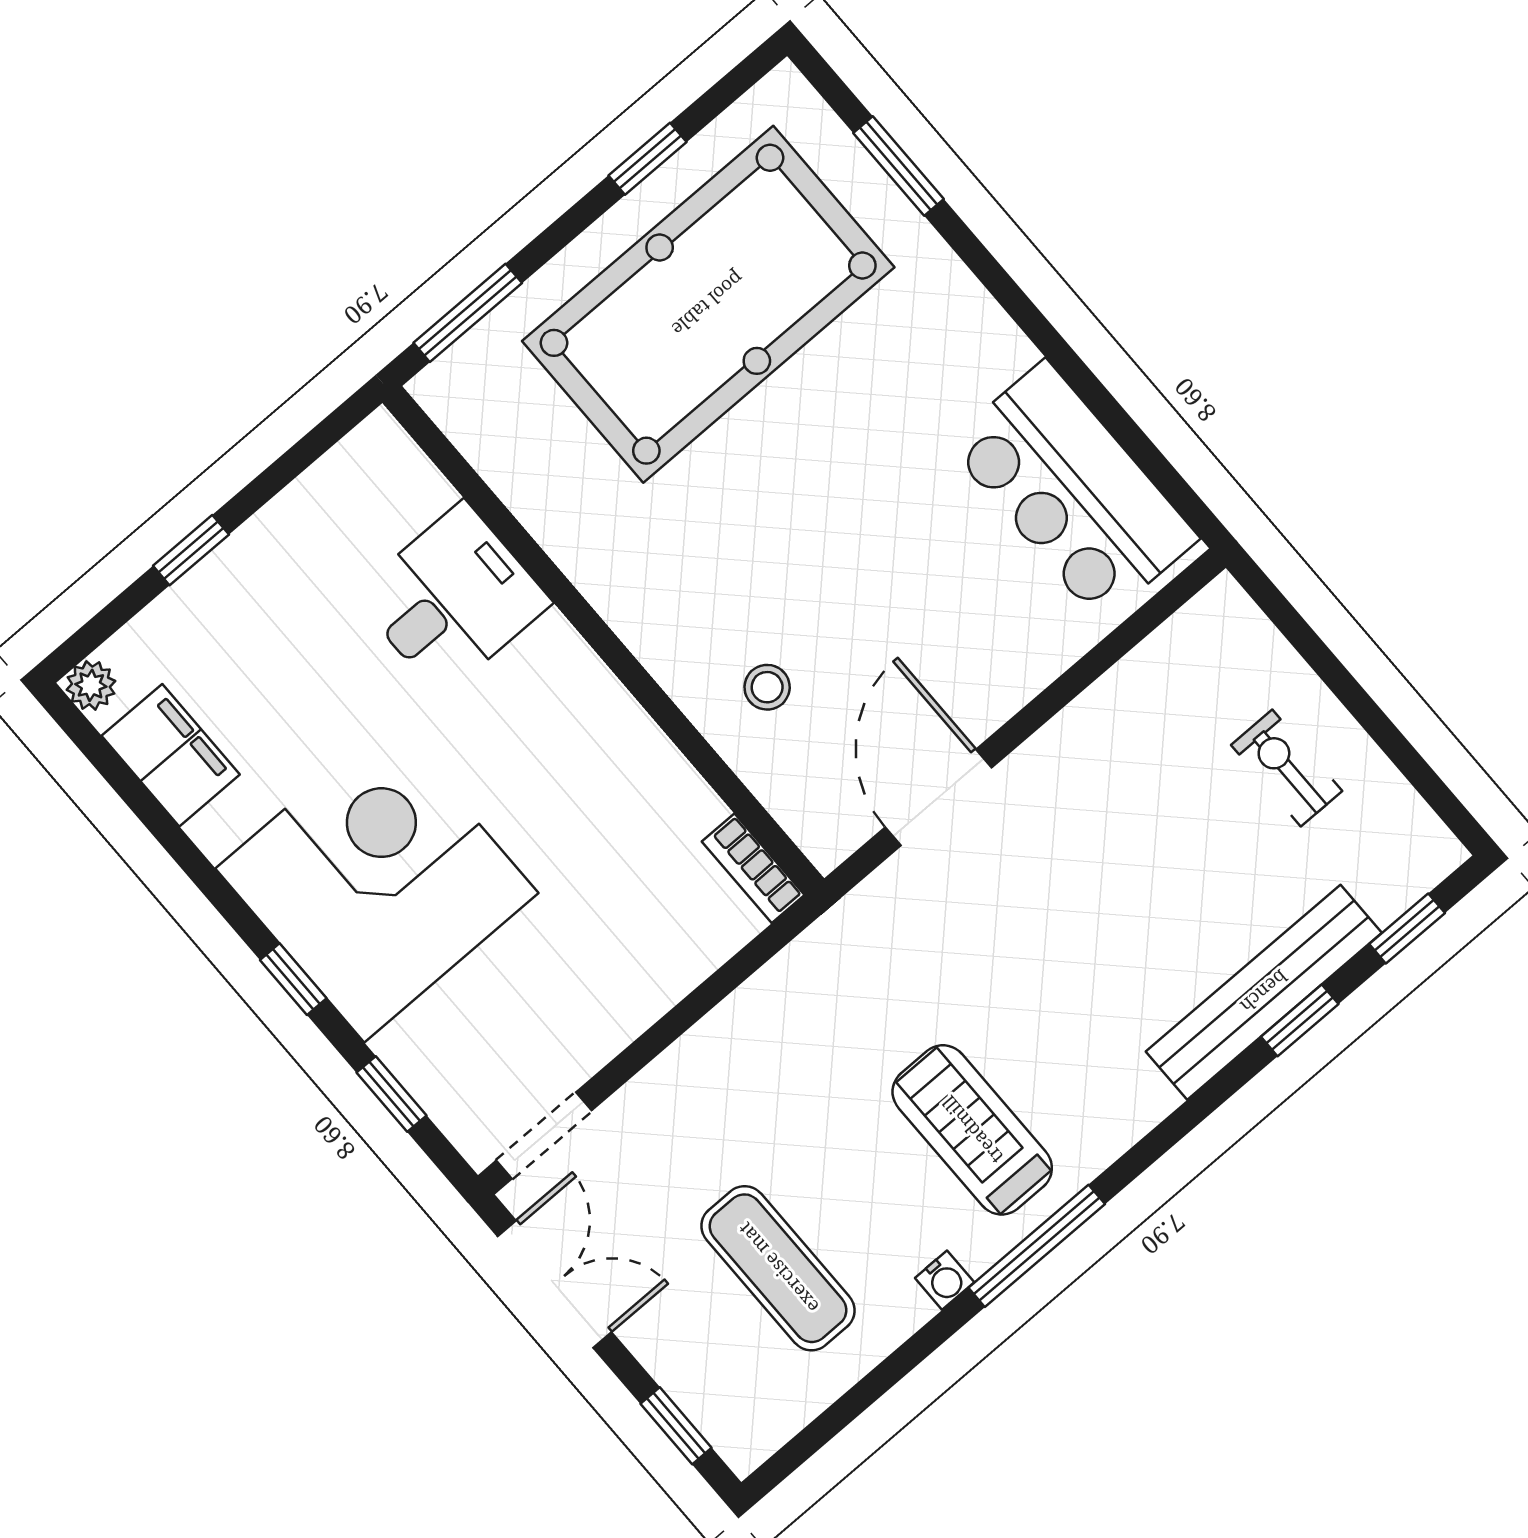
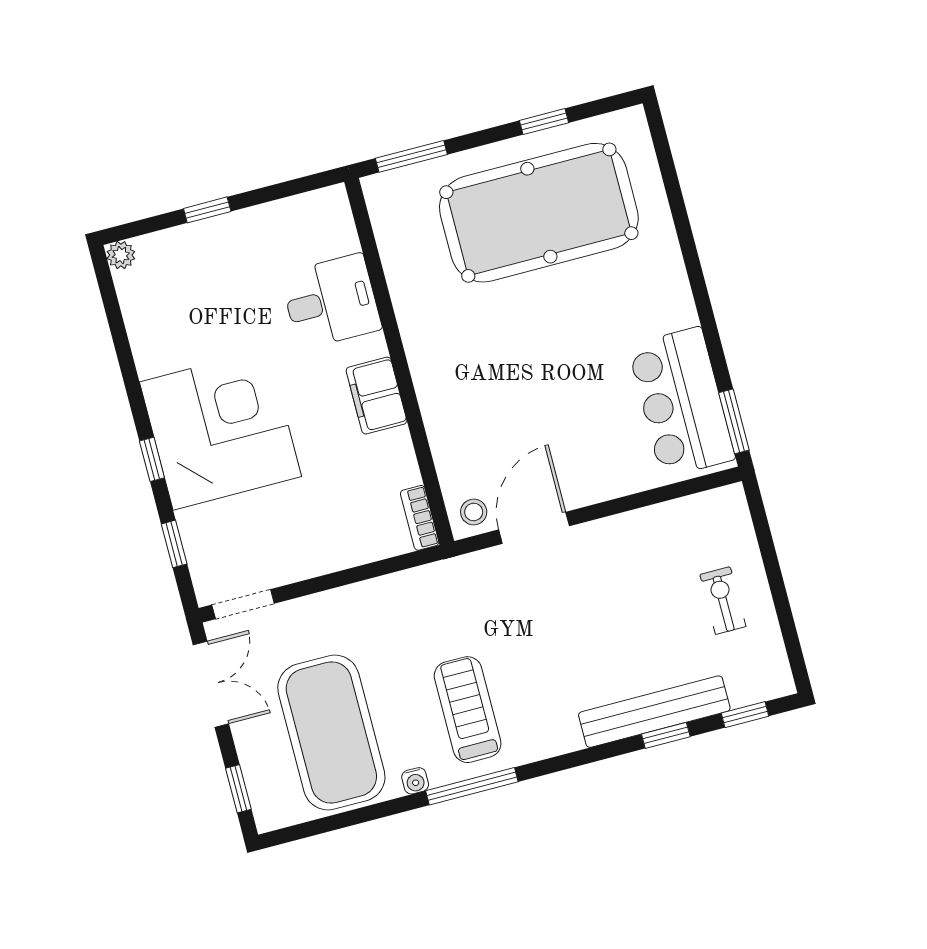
window: (898, 166) -> (734, 421), moved
stool: (767, 687) -> (474, 512), moved
filing cabinet: (171, 755) -> (377, 396), moved, turned 180
exercise mat: (778, 1268) -> (331, 733), width x2.00, depth x1.45

